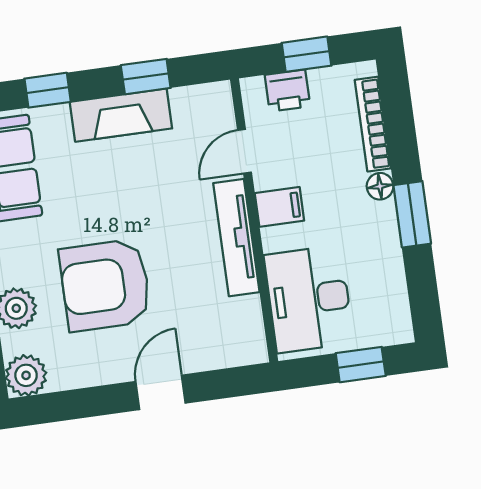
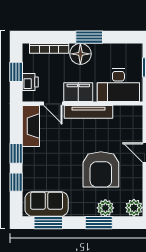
window: (146, 77) -> (16, 153), moved
fireplace: (121, 115) -> (31, 126), moved
floor lamp: (380, 186) -> (80, 54), width x1.89, depth x1.89
filing cabinet: (279, 207) -> (78, 92), width x2.00

